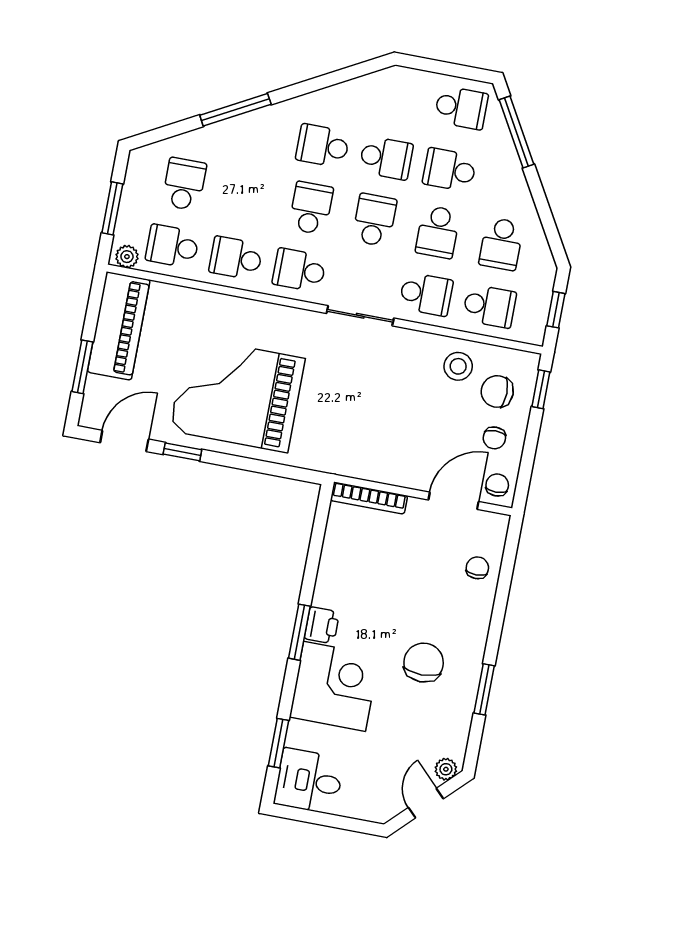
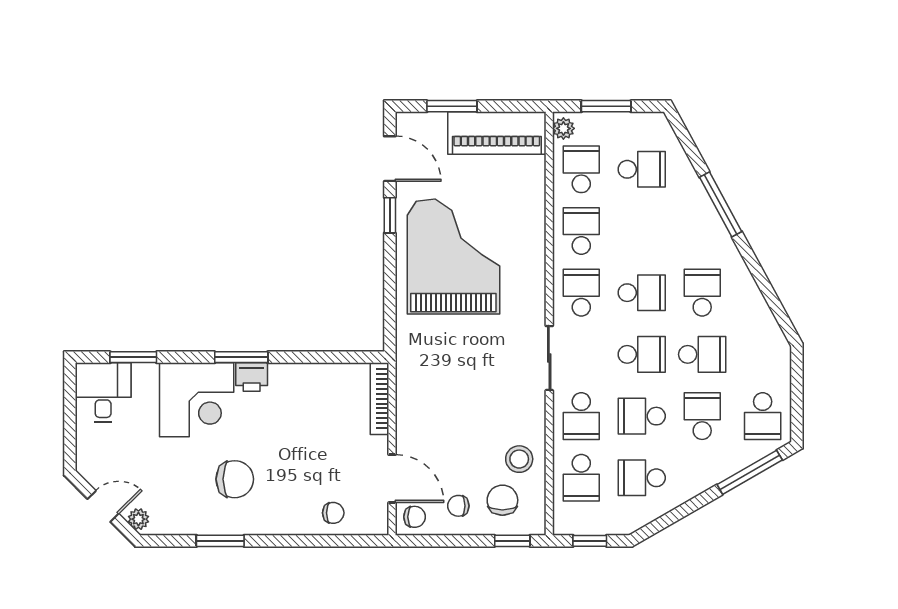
school desk: (386, 158) -> (702, 354), turned -90

